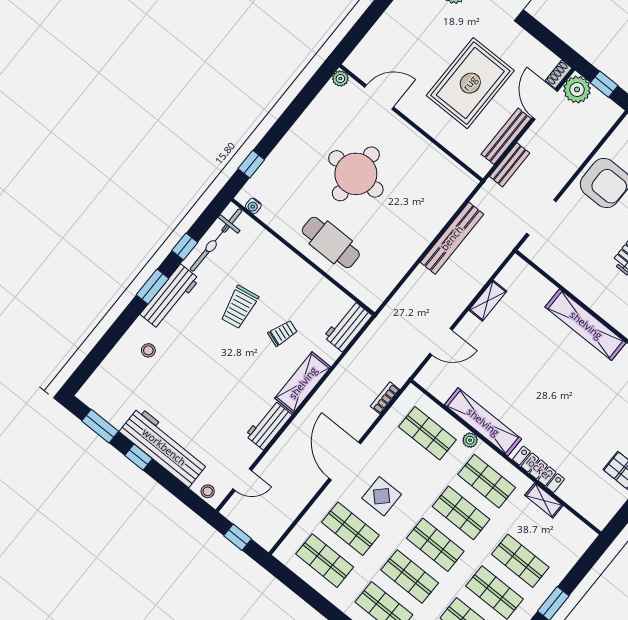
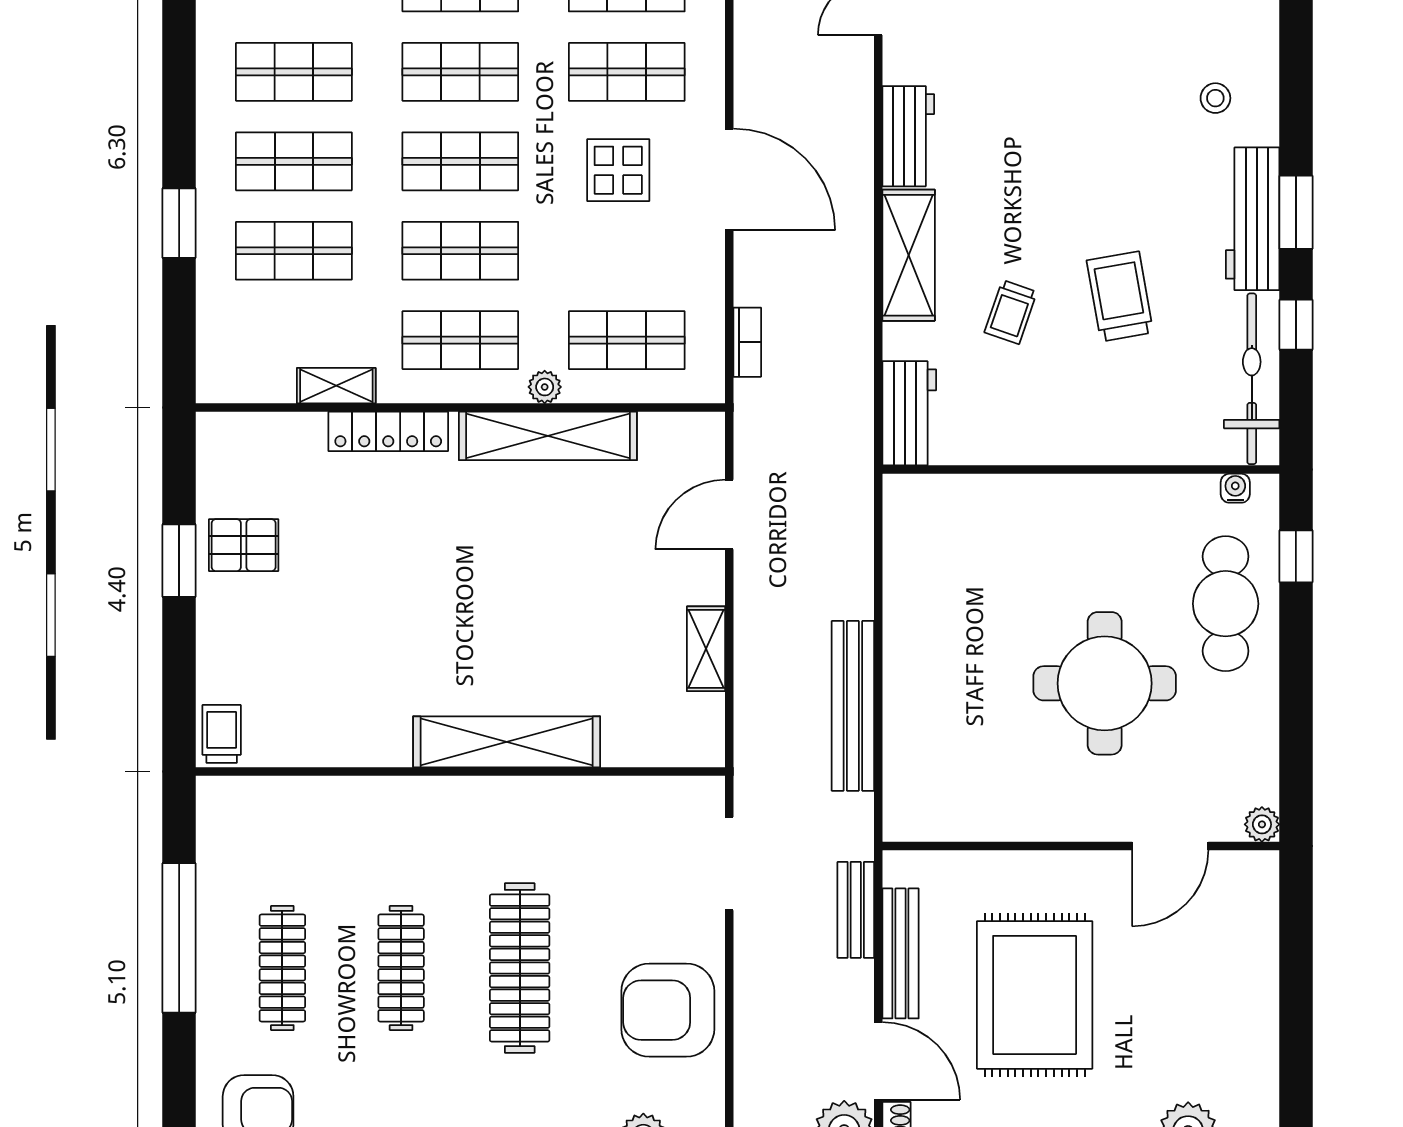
cafe table: (331, 242) -> (1226, 604), moved, turned 90

